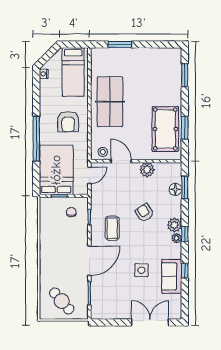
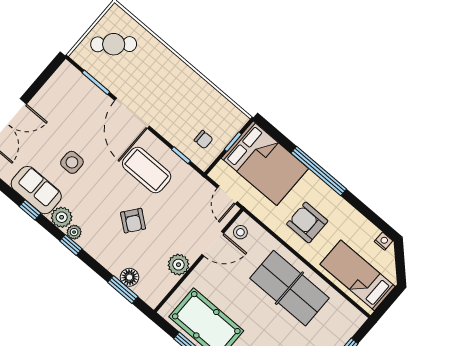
armchair: (144, 213) -> (133, 221), turned 71
plant: (174, 225) -> (62, 217), moved
coffee table: (112, 228) -> (147, 170), width x1.36, depth x1.32

